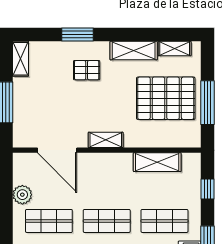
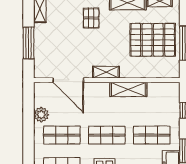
pallet: (87, 70) -> (91, 18), turned 90
shelving: (157, 162) -> (128, 89), moved

